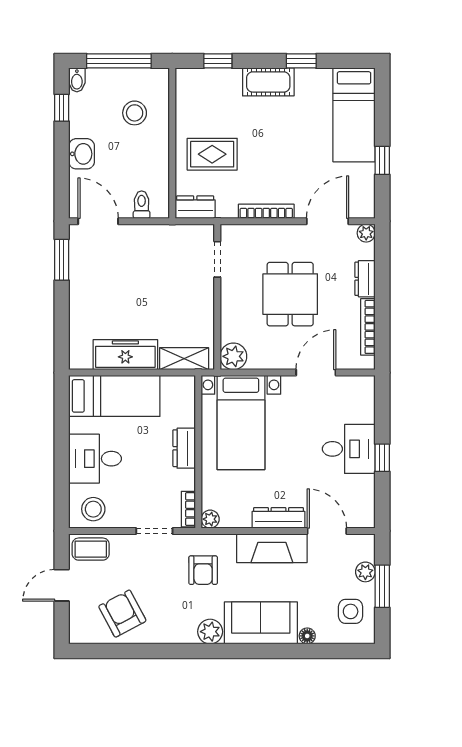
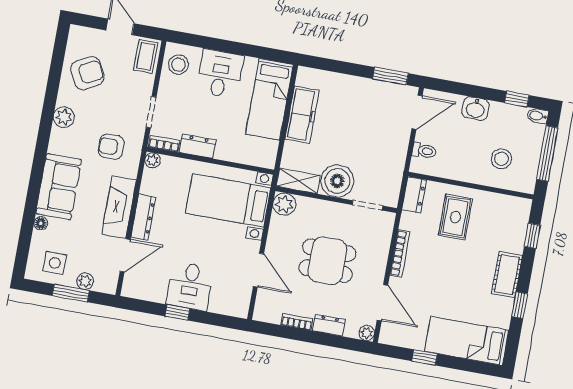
boiler: (195, 299) -> (337, 181), added
bookcase: (368, 327) -> (297, 322), width x0.64
shelving: (184, 359) -> (298, 181), moved, turned 90
dresser: (184, 448) -> (198, 146), moved
plant: (210, 632) -> (64, 117), moved

